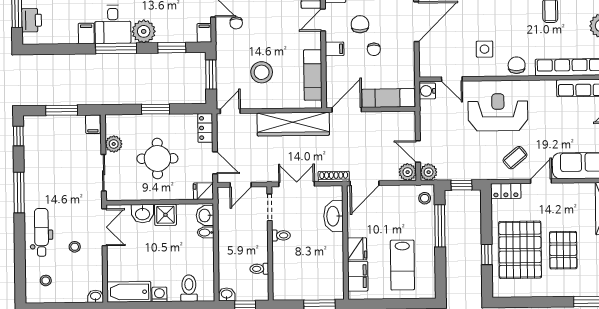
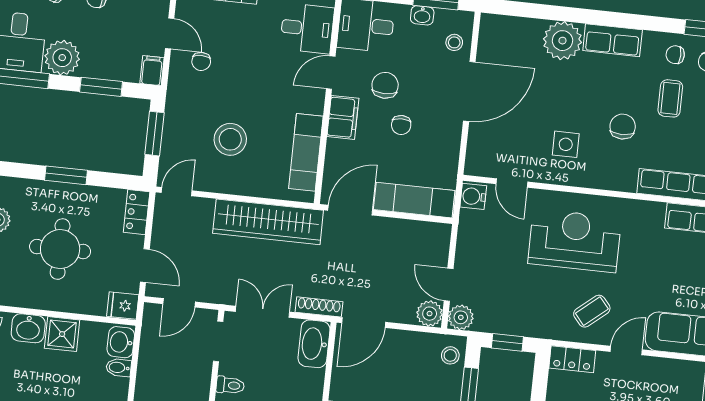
filing cabinet: (335, 49) -> (343, 117), width x2.00
chair: (517, 65) -> (623, 127), moved
washbasin: (333, 216) -> (314, 344), moved

